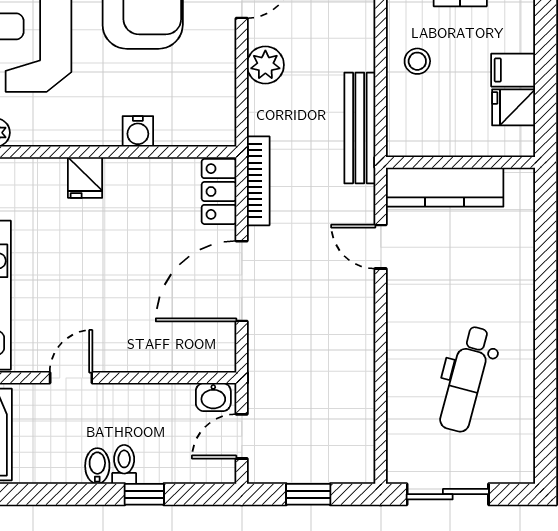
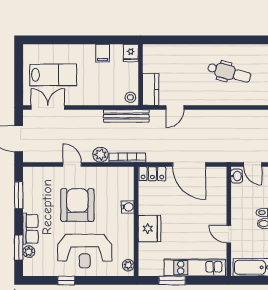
stool: (417, 61) -> (130, 97), moved
fridge: (514, 107) -> (131, 53), moved
fridge: (85, 178) -> (149, 229), width x1.88, depth x1.34
bookcase: (258, 181) -> (127, 158), moved
kitchen counter: (445, 187) -> (151, 89), width x0.67

